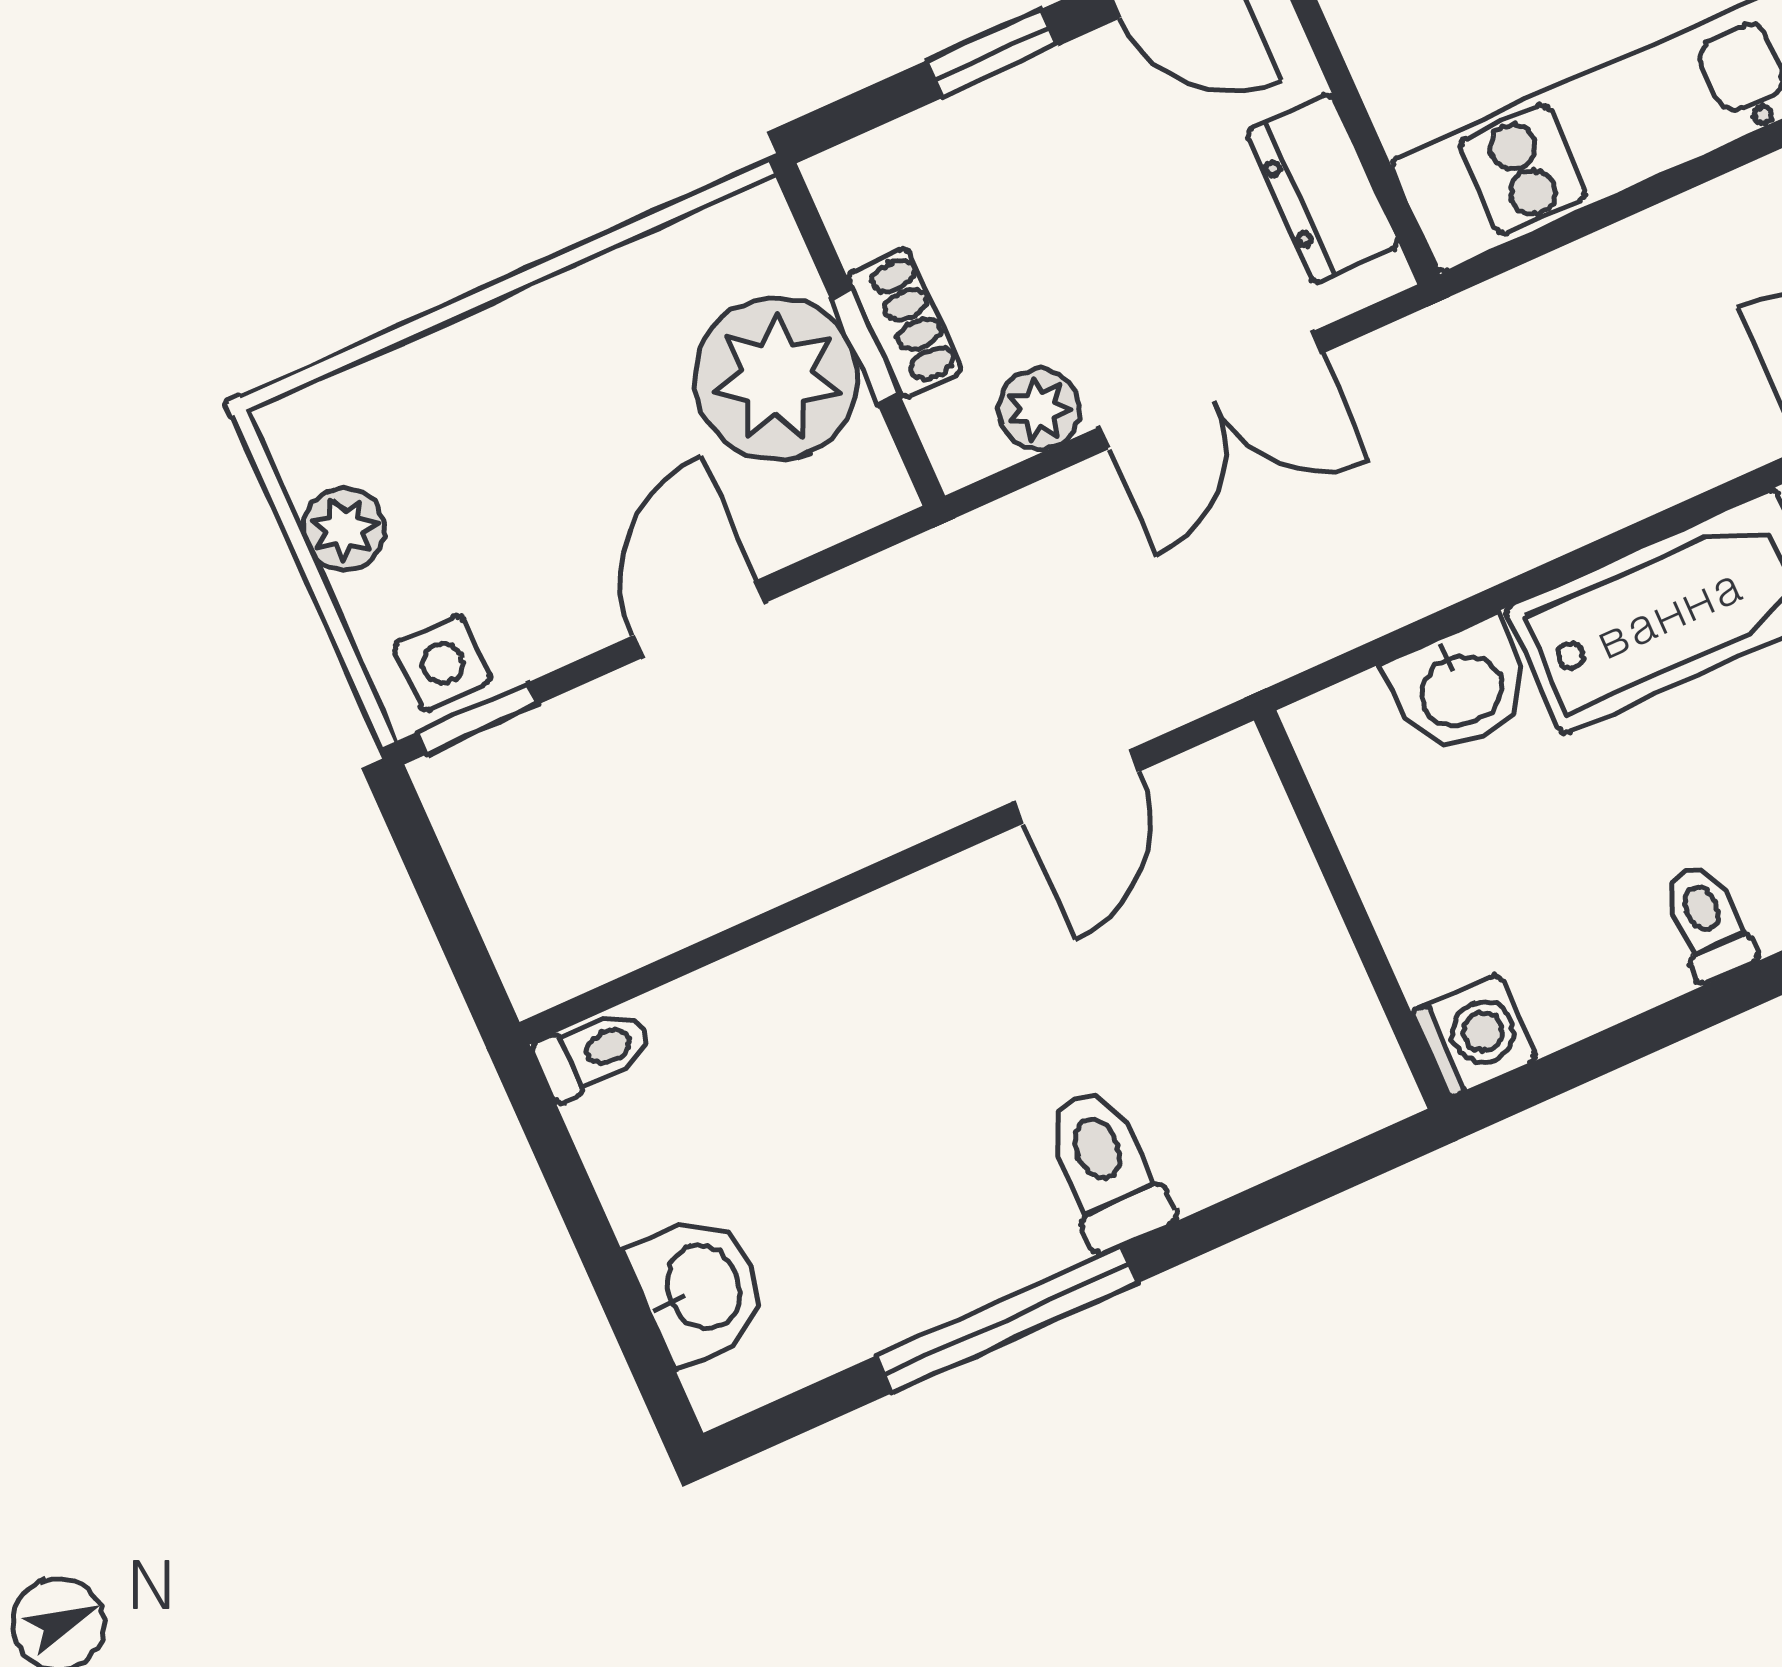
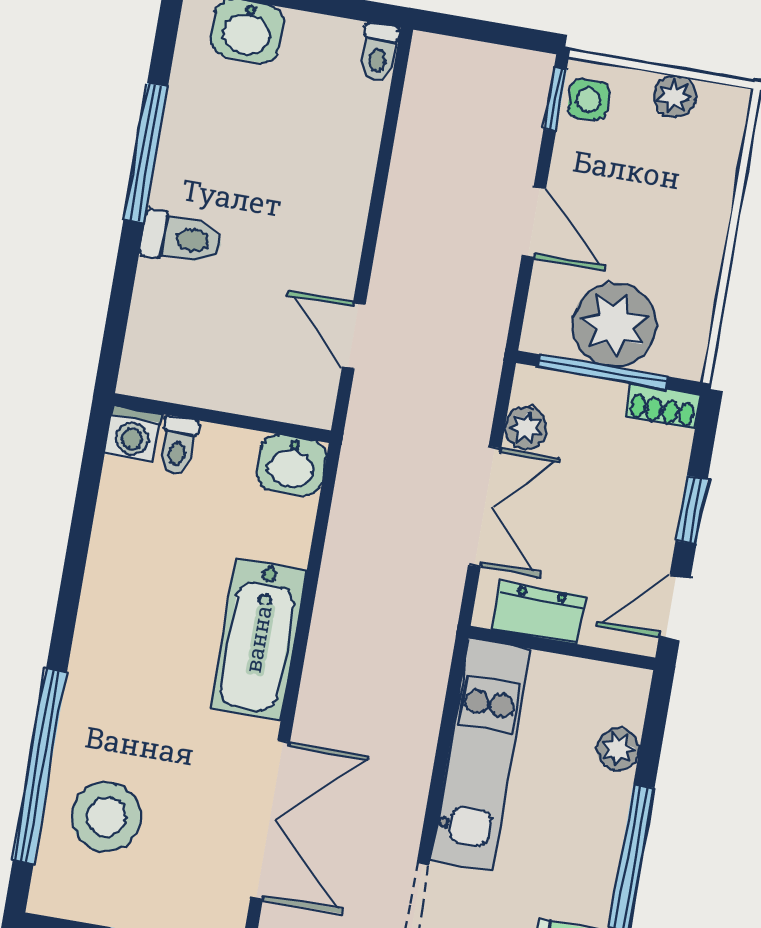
shoe rack: (905, 323) -> (663, 406), moved
window: (865, 346) -> (603, 372), width x2.17
double door: (1210, 391) -> (485, 507), swing flipped
washbasin: (1461, 688) -> (291, 465), moved, turned -90
toilet: (1708, 923) -> (178, 446), moved, turned 90

